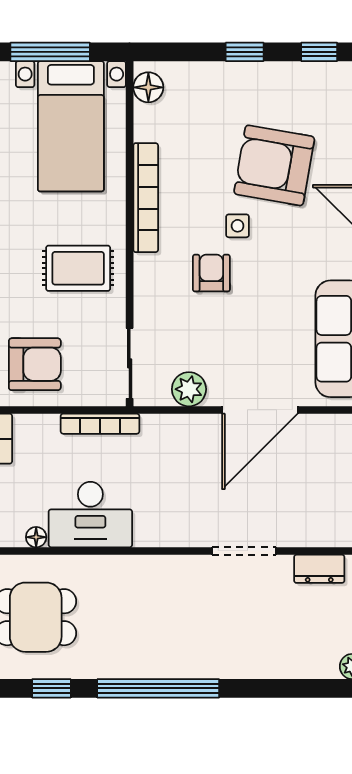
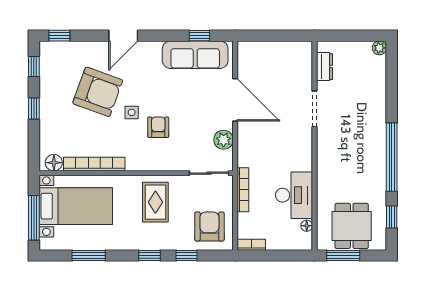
armchair: (274, 165) -> (98, 92), turned -80
bookcase: (146, 198) -> (94, 164), moved
armchair: (211, 273) -> (158, 127), turned 90

